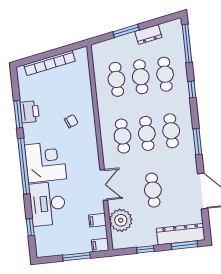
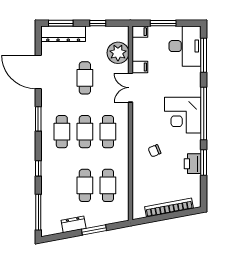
cafe table: (165, 74) -> (62, 185), removed
desk: (48, 204) -> (185, 46), moved
filing cabinet: (97, 220) -> (140, 67), moved
window: (30, 227) -> (204, 55), width x2.17

